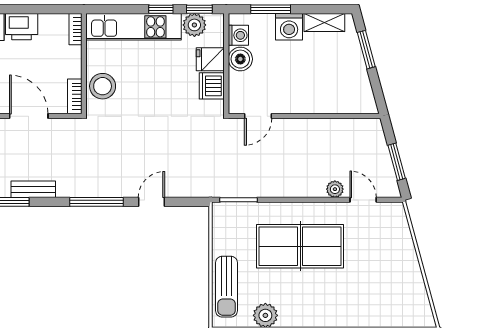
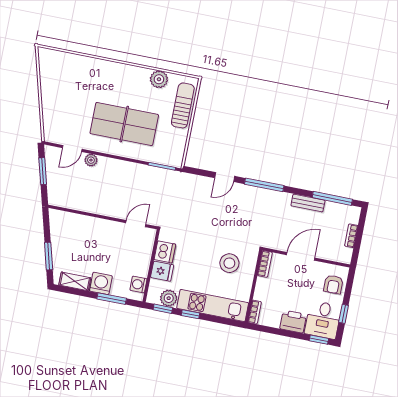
boiler: (240, 59) -> (140, 267), removed
stool: (103, 86) -> (229, 263), moved
door: (29, 116) -> (301, 256), swing flipped
door: (363, 200) -> (72, 148), hinge flipped

